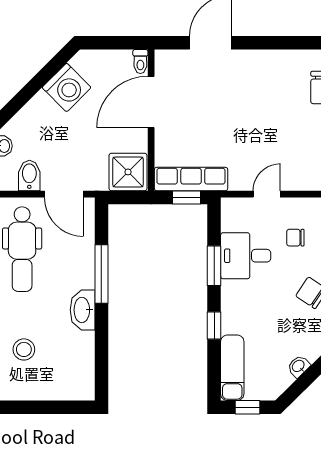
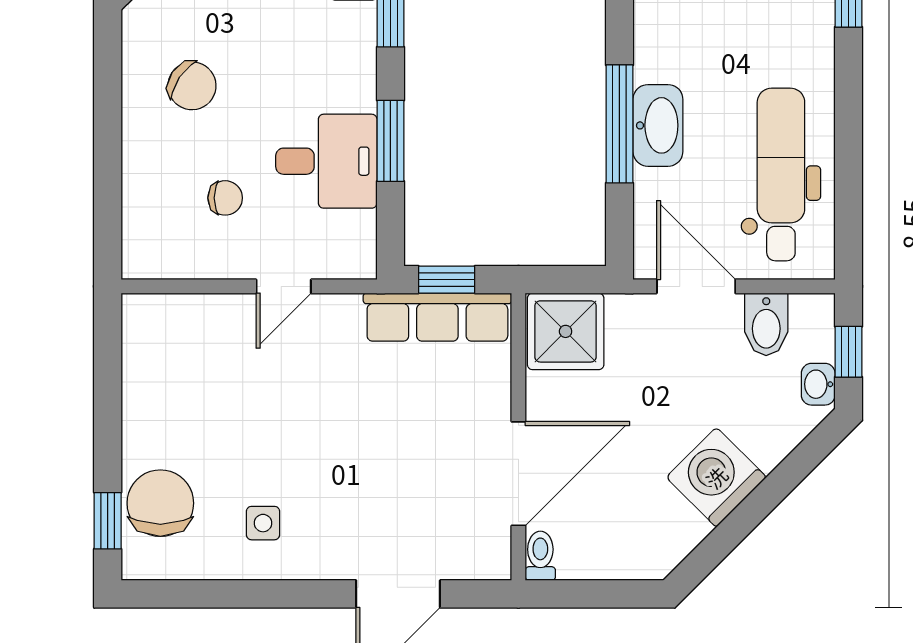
side table: (277, 78) -> (263, 523), added
washing machine: (67, 87) -> (716, 477), moved
washbasin: (83, 310) -> (658, 125), moved

